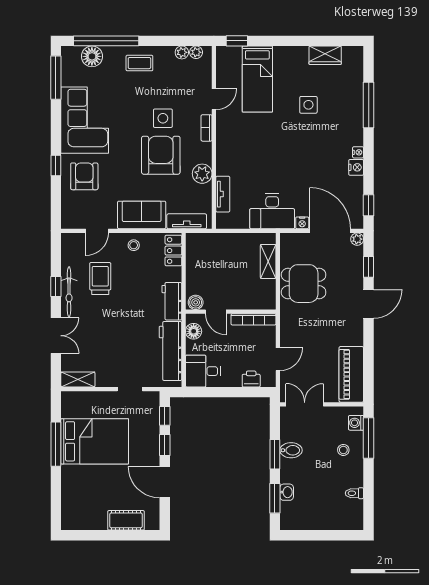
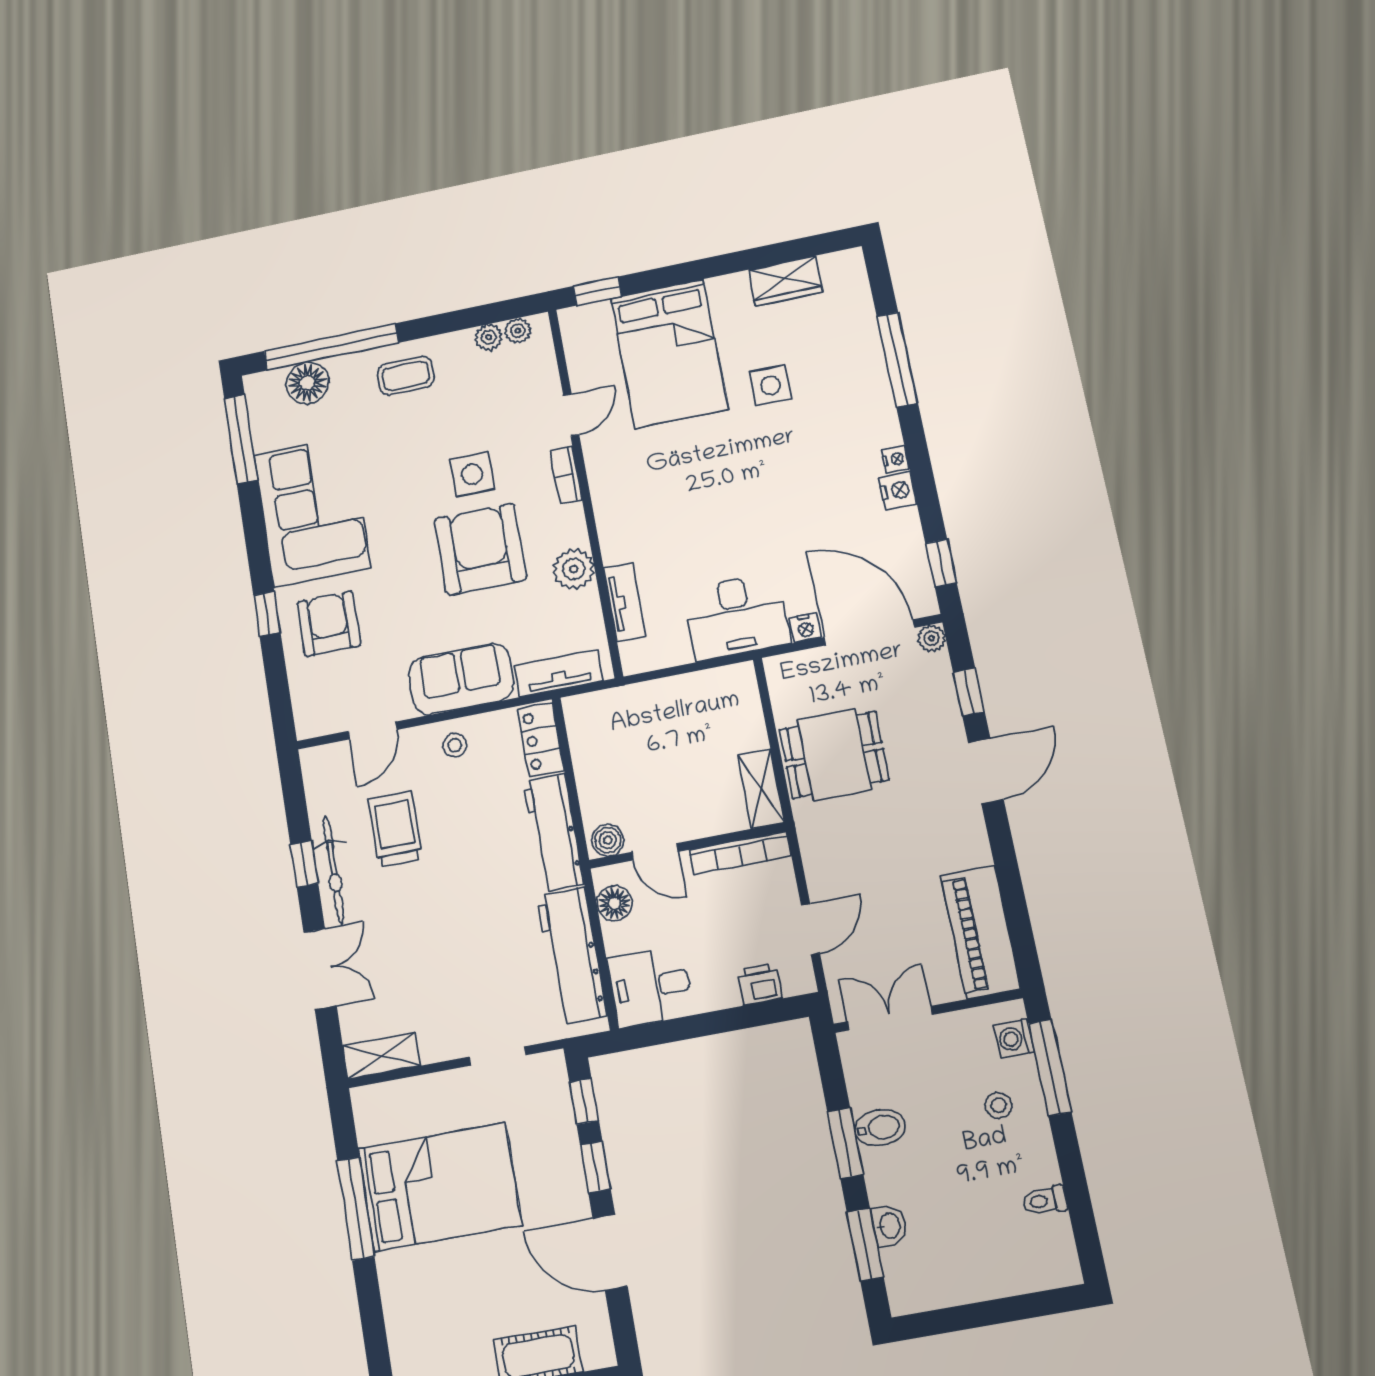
bed: (257, 79) -> (669, 353), width x1.50
shelving: (268, 261) -> (761, 789), moved
workbench: (172, 301) -> (553, 832), width x1.38

